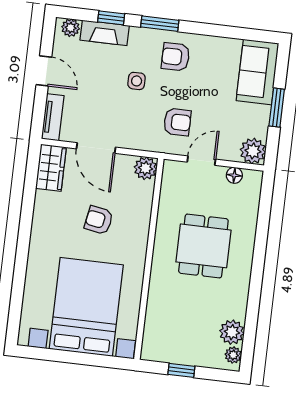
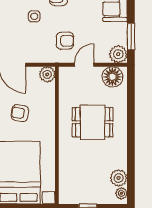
window: (277, 108) -> (131, 37), moved
floor lamp: (234, 175) -> (113, 77), width x1.89, depth x1.89
dining table: (203, 246) -> (93, 122), turned 90

